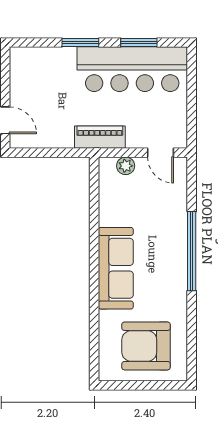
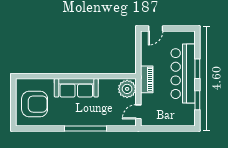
bar counter: (132, 69) -> (183, 74), moved
plant: (126, 166) -> (127, 89), width x1.88, depth x1.88
armchair: (146, 346) -> (35, 104), turned 90

